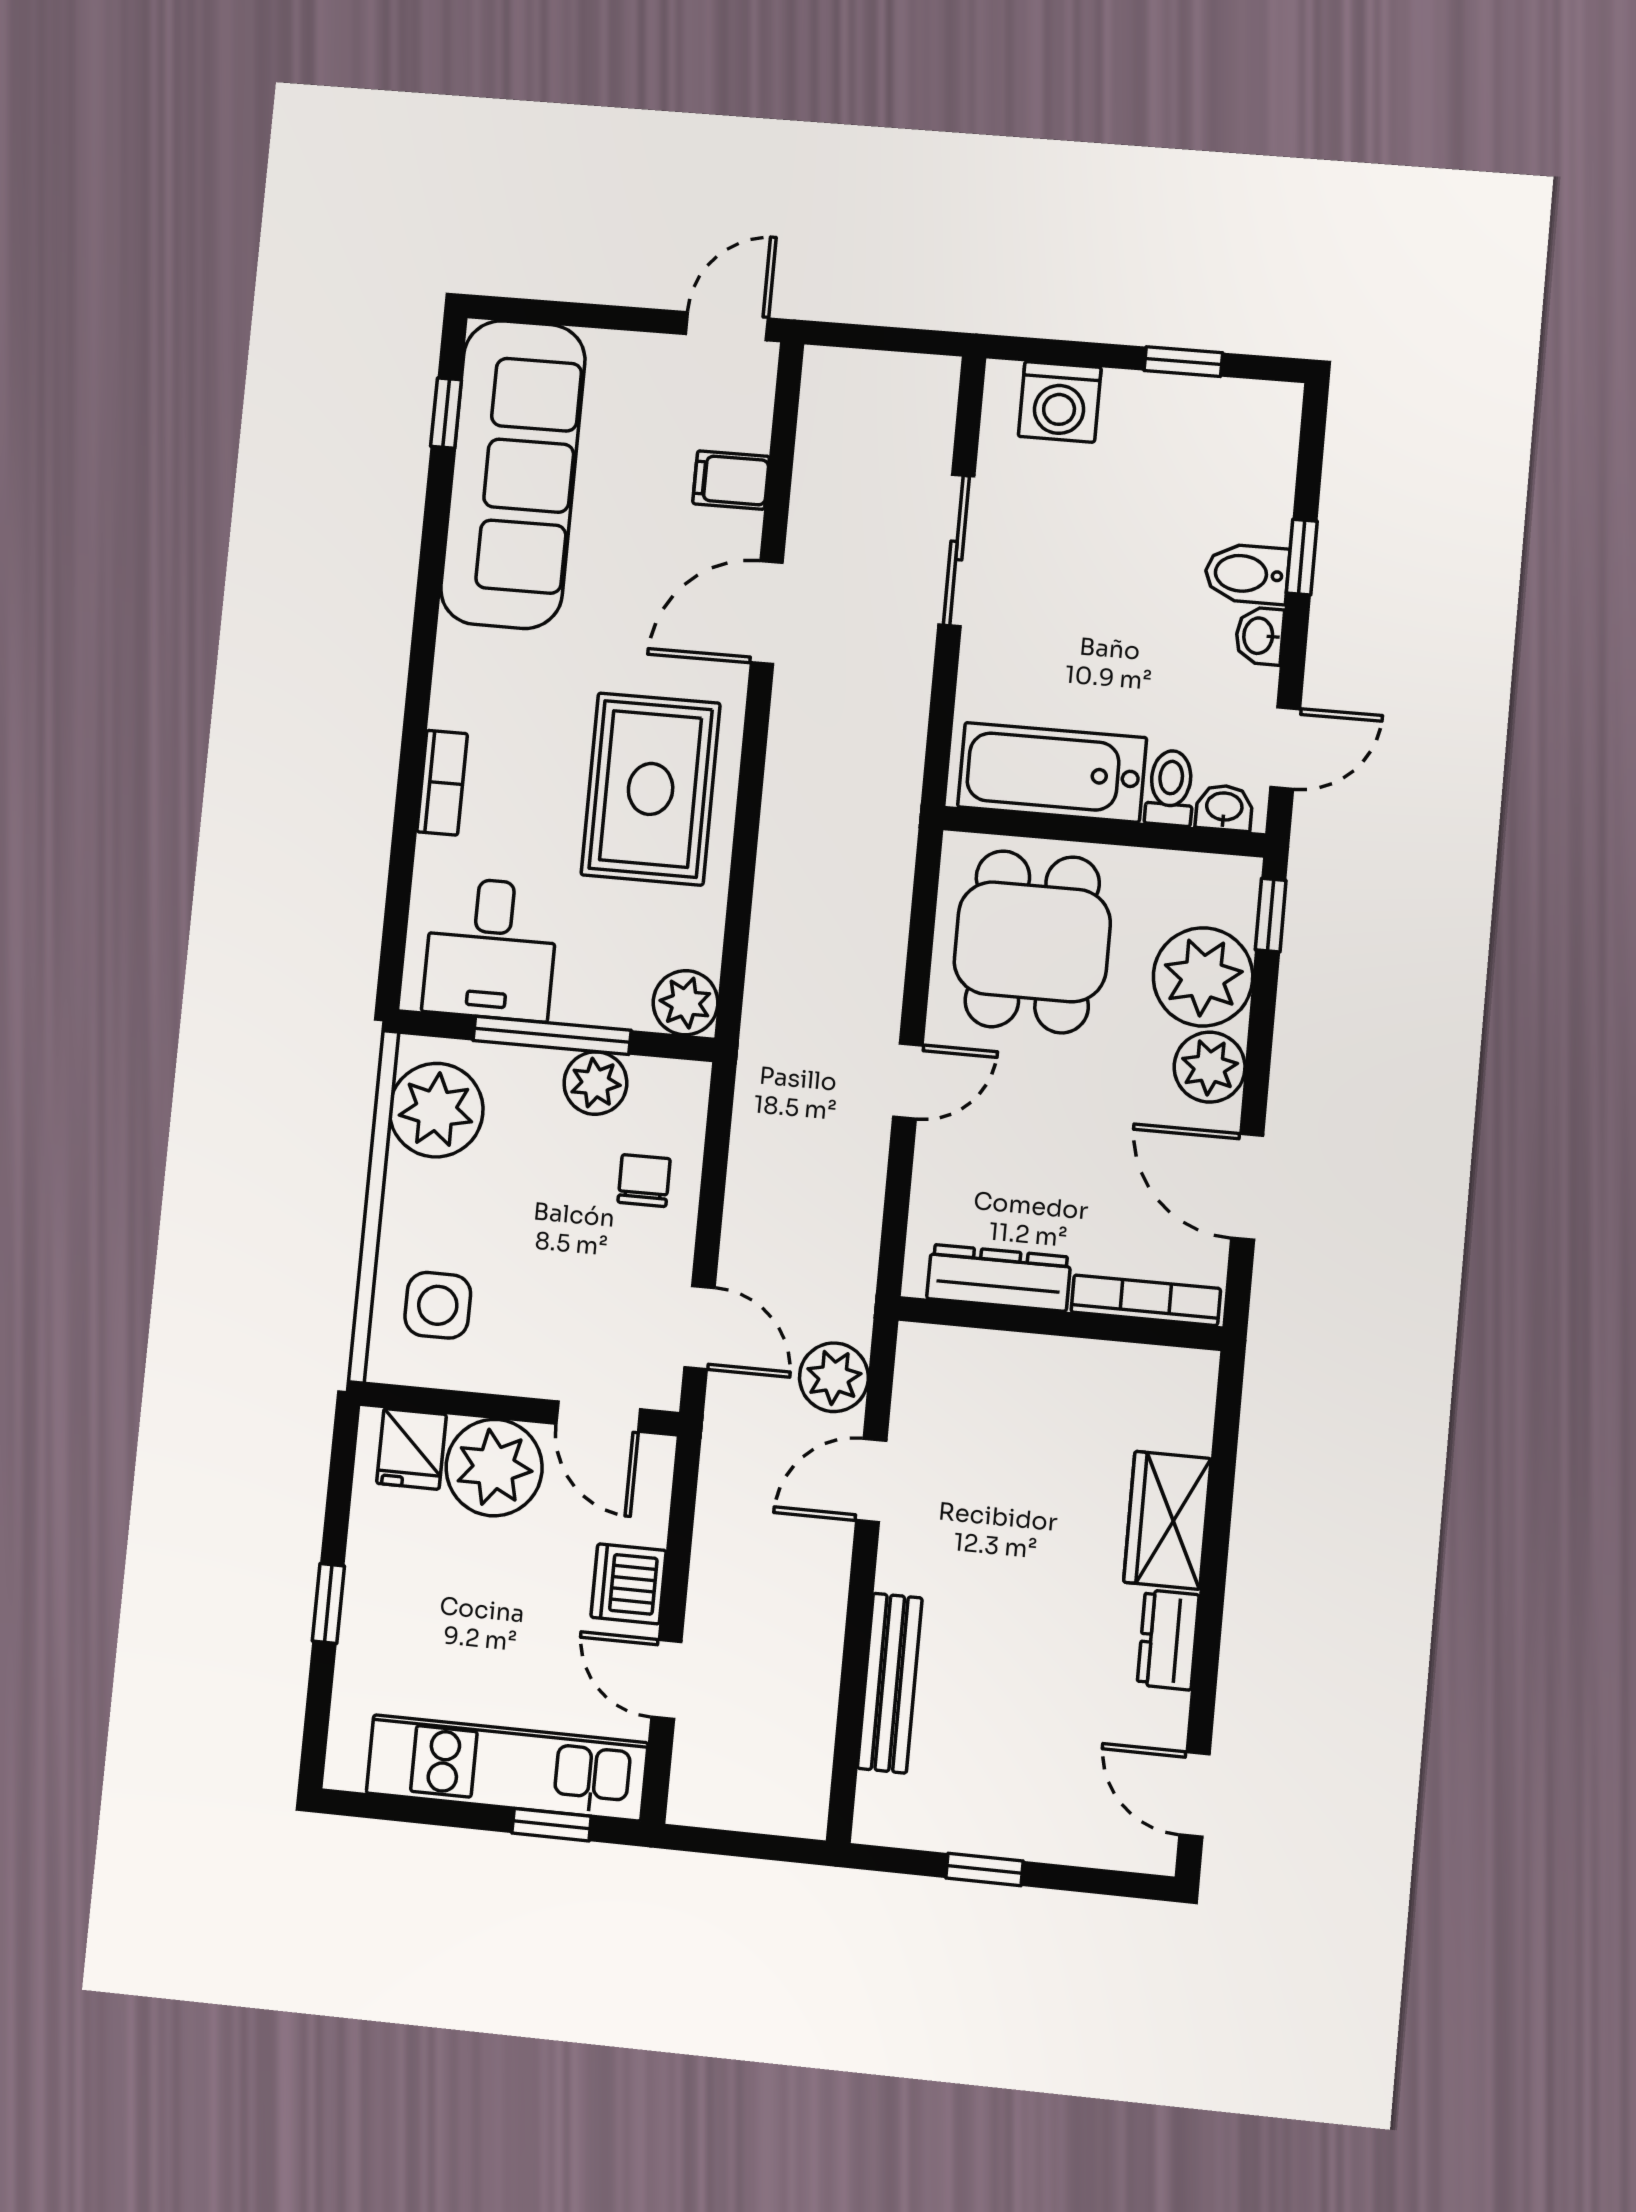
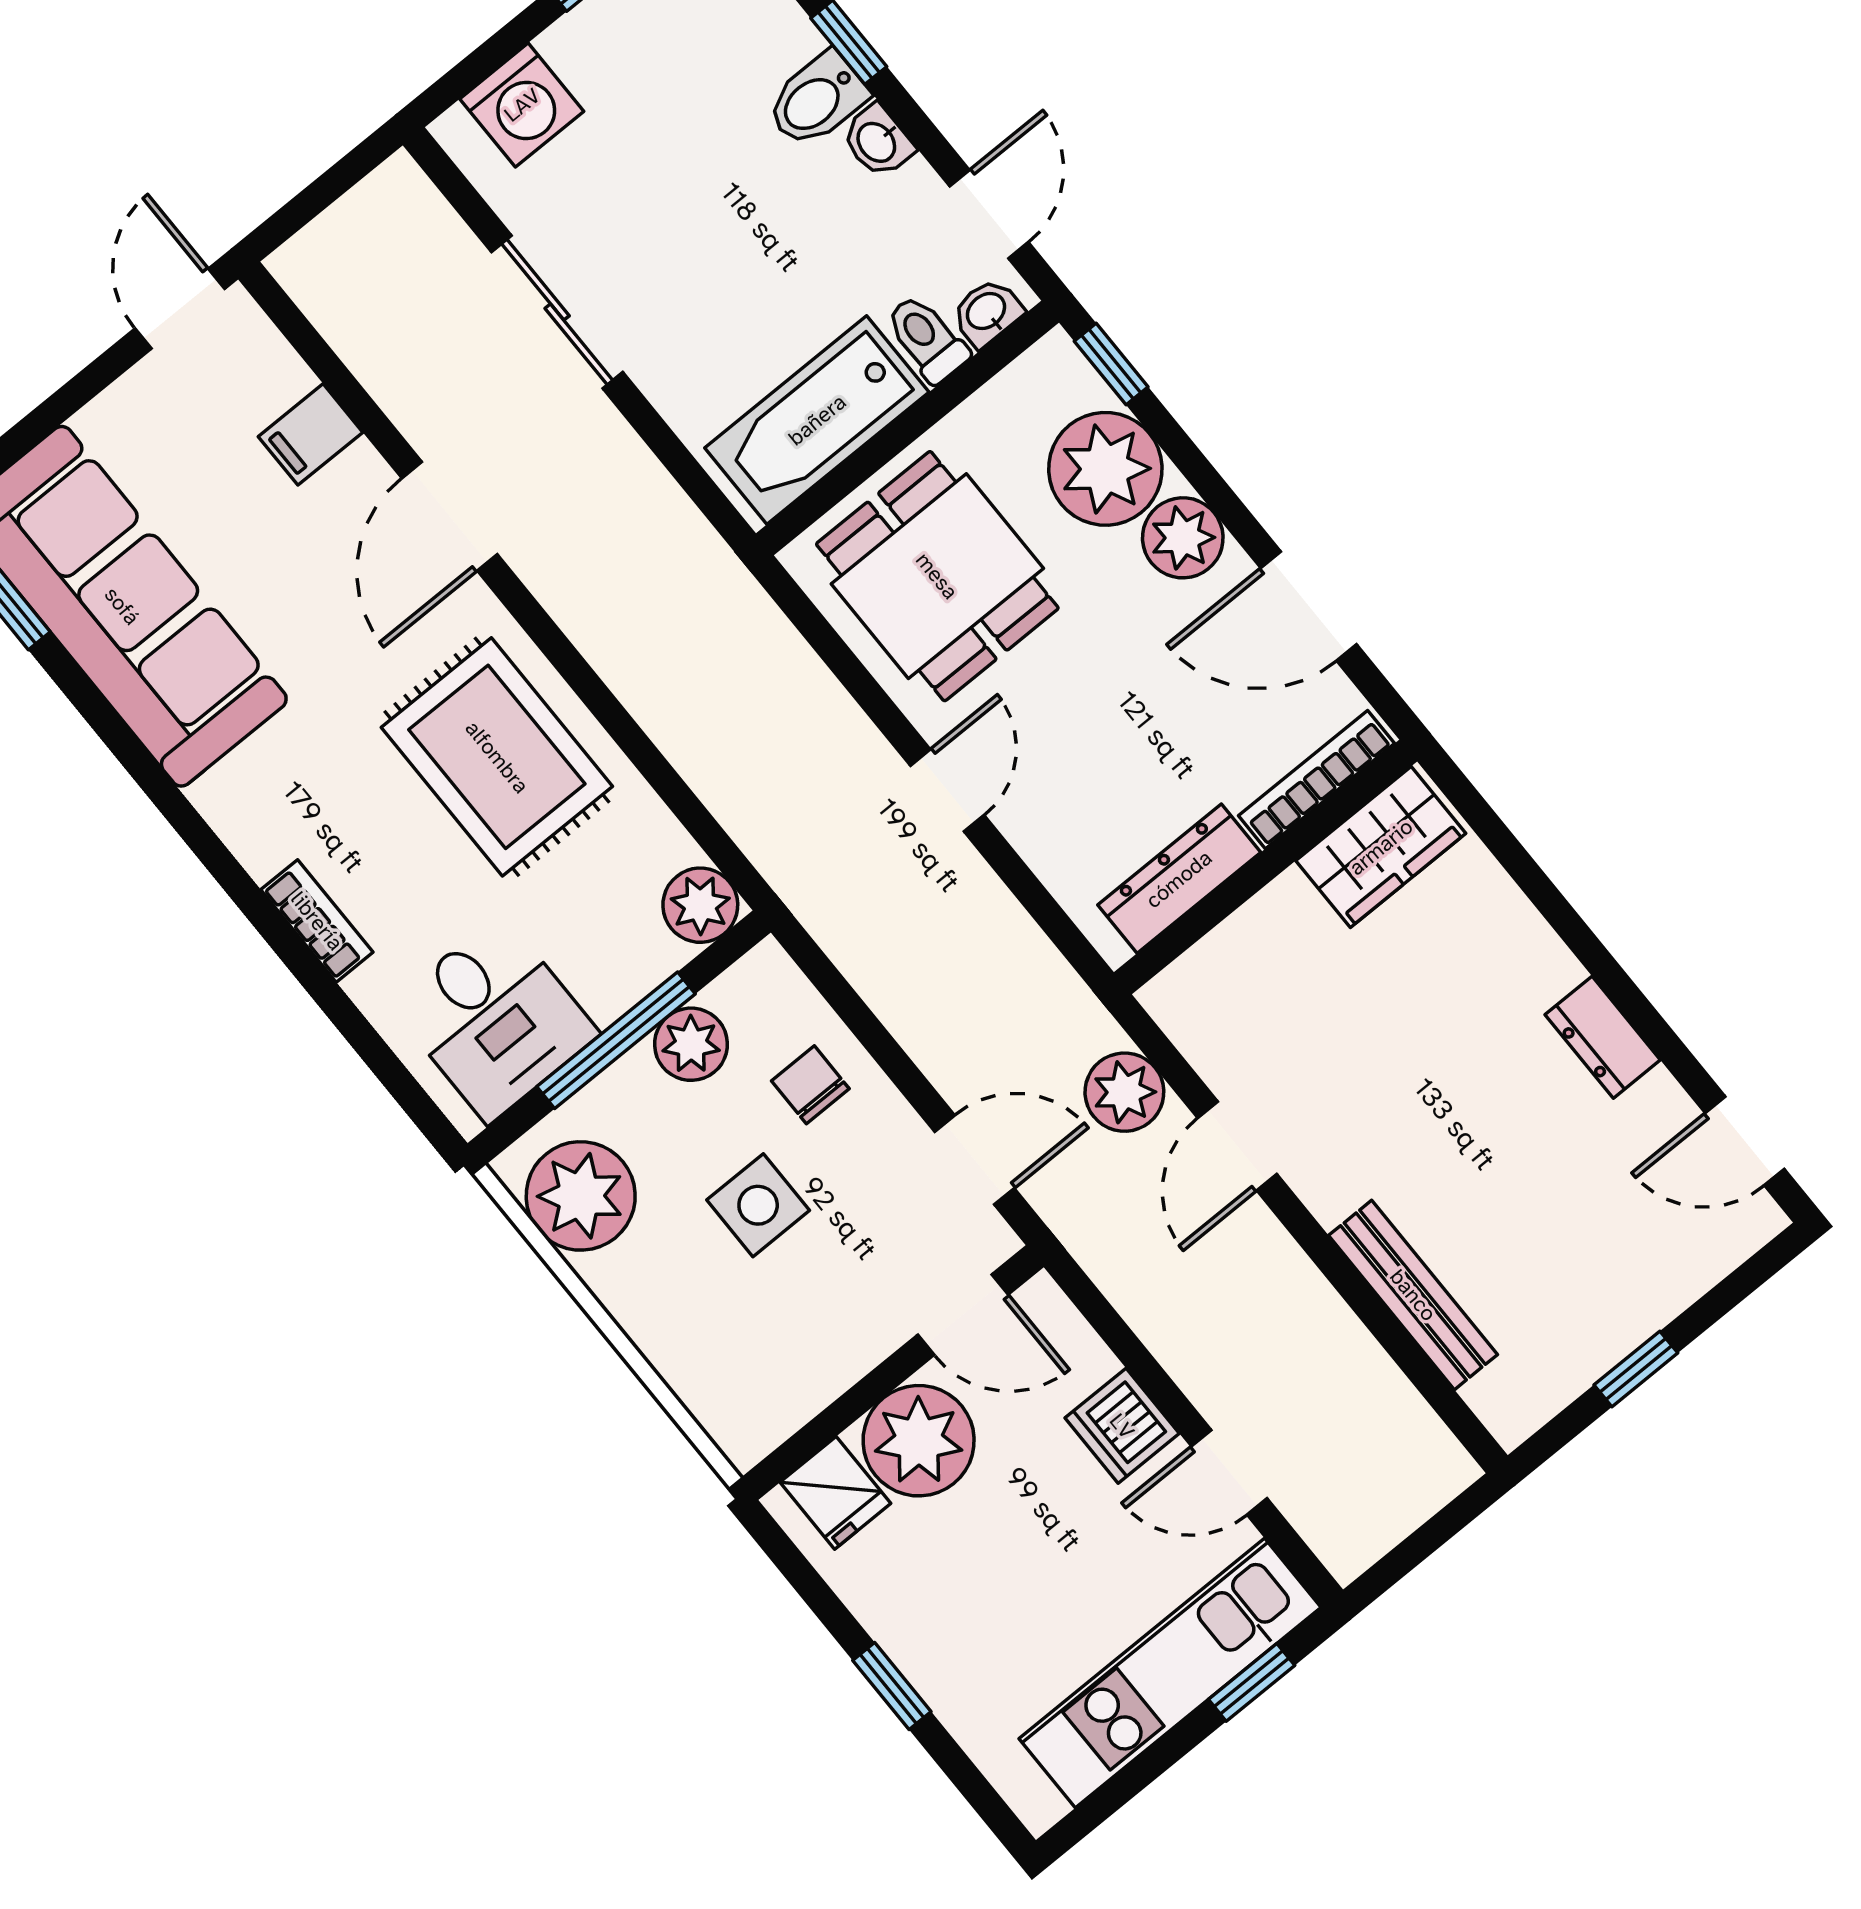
side table: (438, 1305) -> (758, 1205), moved
wardrobe: (1167, 1520) -> (1381, 847), moved, turned -90

